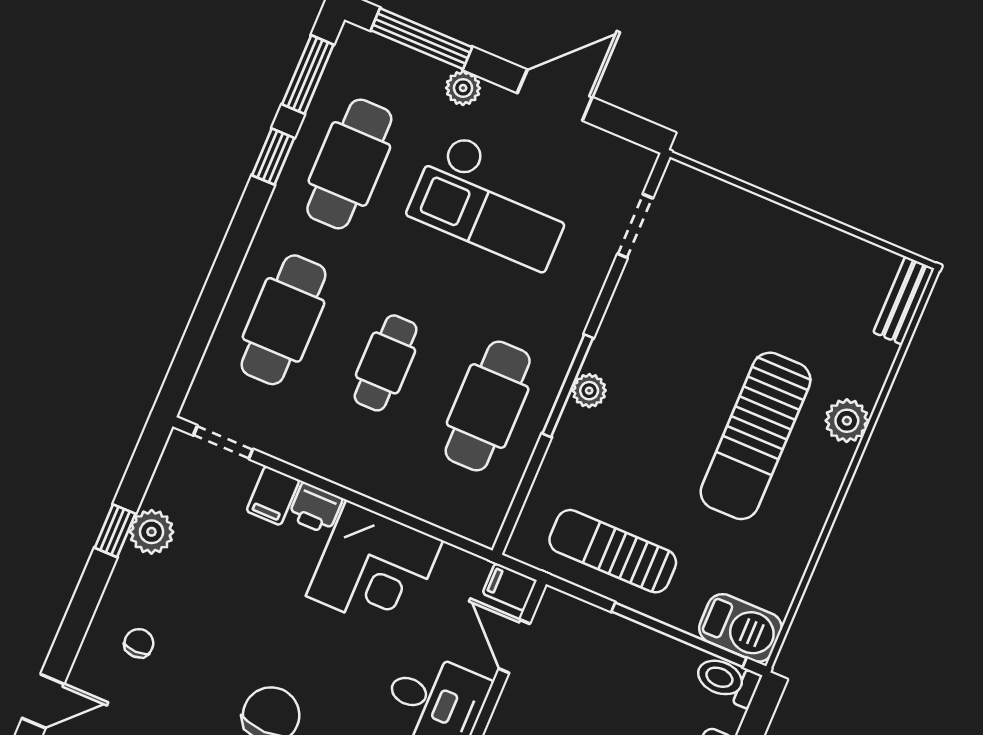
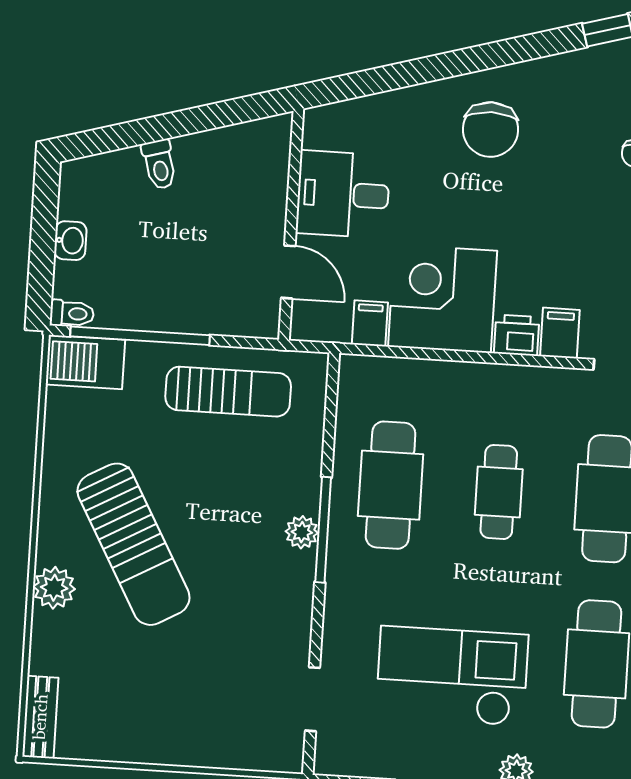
sun lounger: (756, 436) -> (134, 544), turned 151
filing cabinet: (510, 587) -> (370, 323), moved, turned -90
toilet: (727, 681) -> (72, 314), width x0.73, depth x0.72

